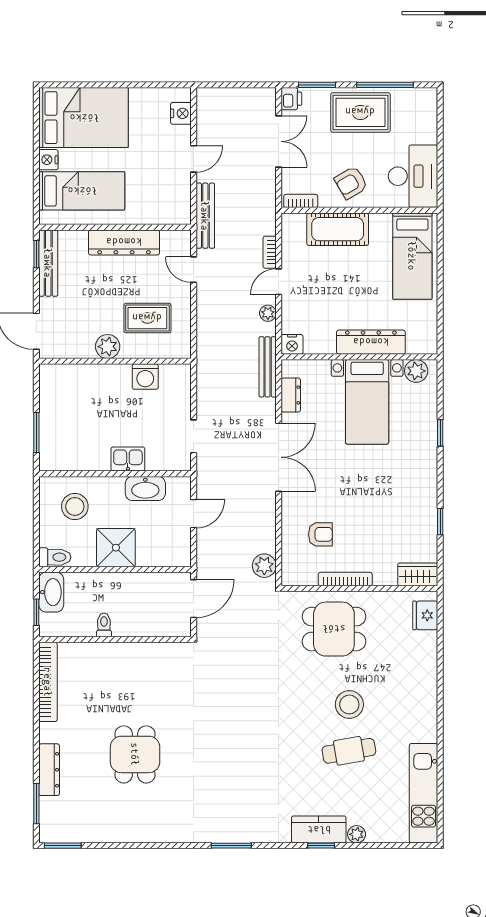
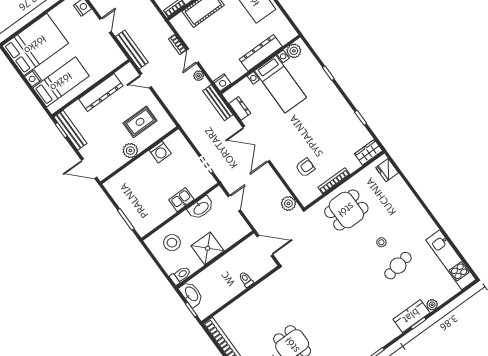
double door: (279, 457) -> (256, 144), swing flipped
door: (194, 599) -> (265, 246), hinge flipped
toilet: (104, 625) -> (246, 279), moved
stool: (349, 704) -> (381, 242), width x0.53, depth x0.53

